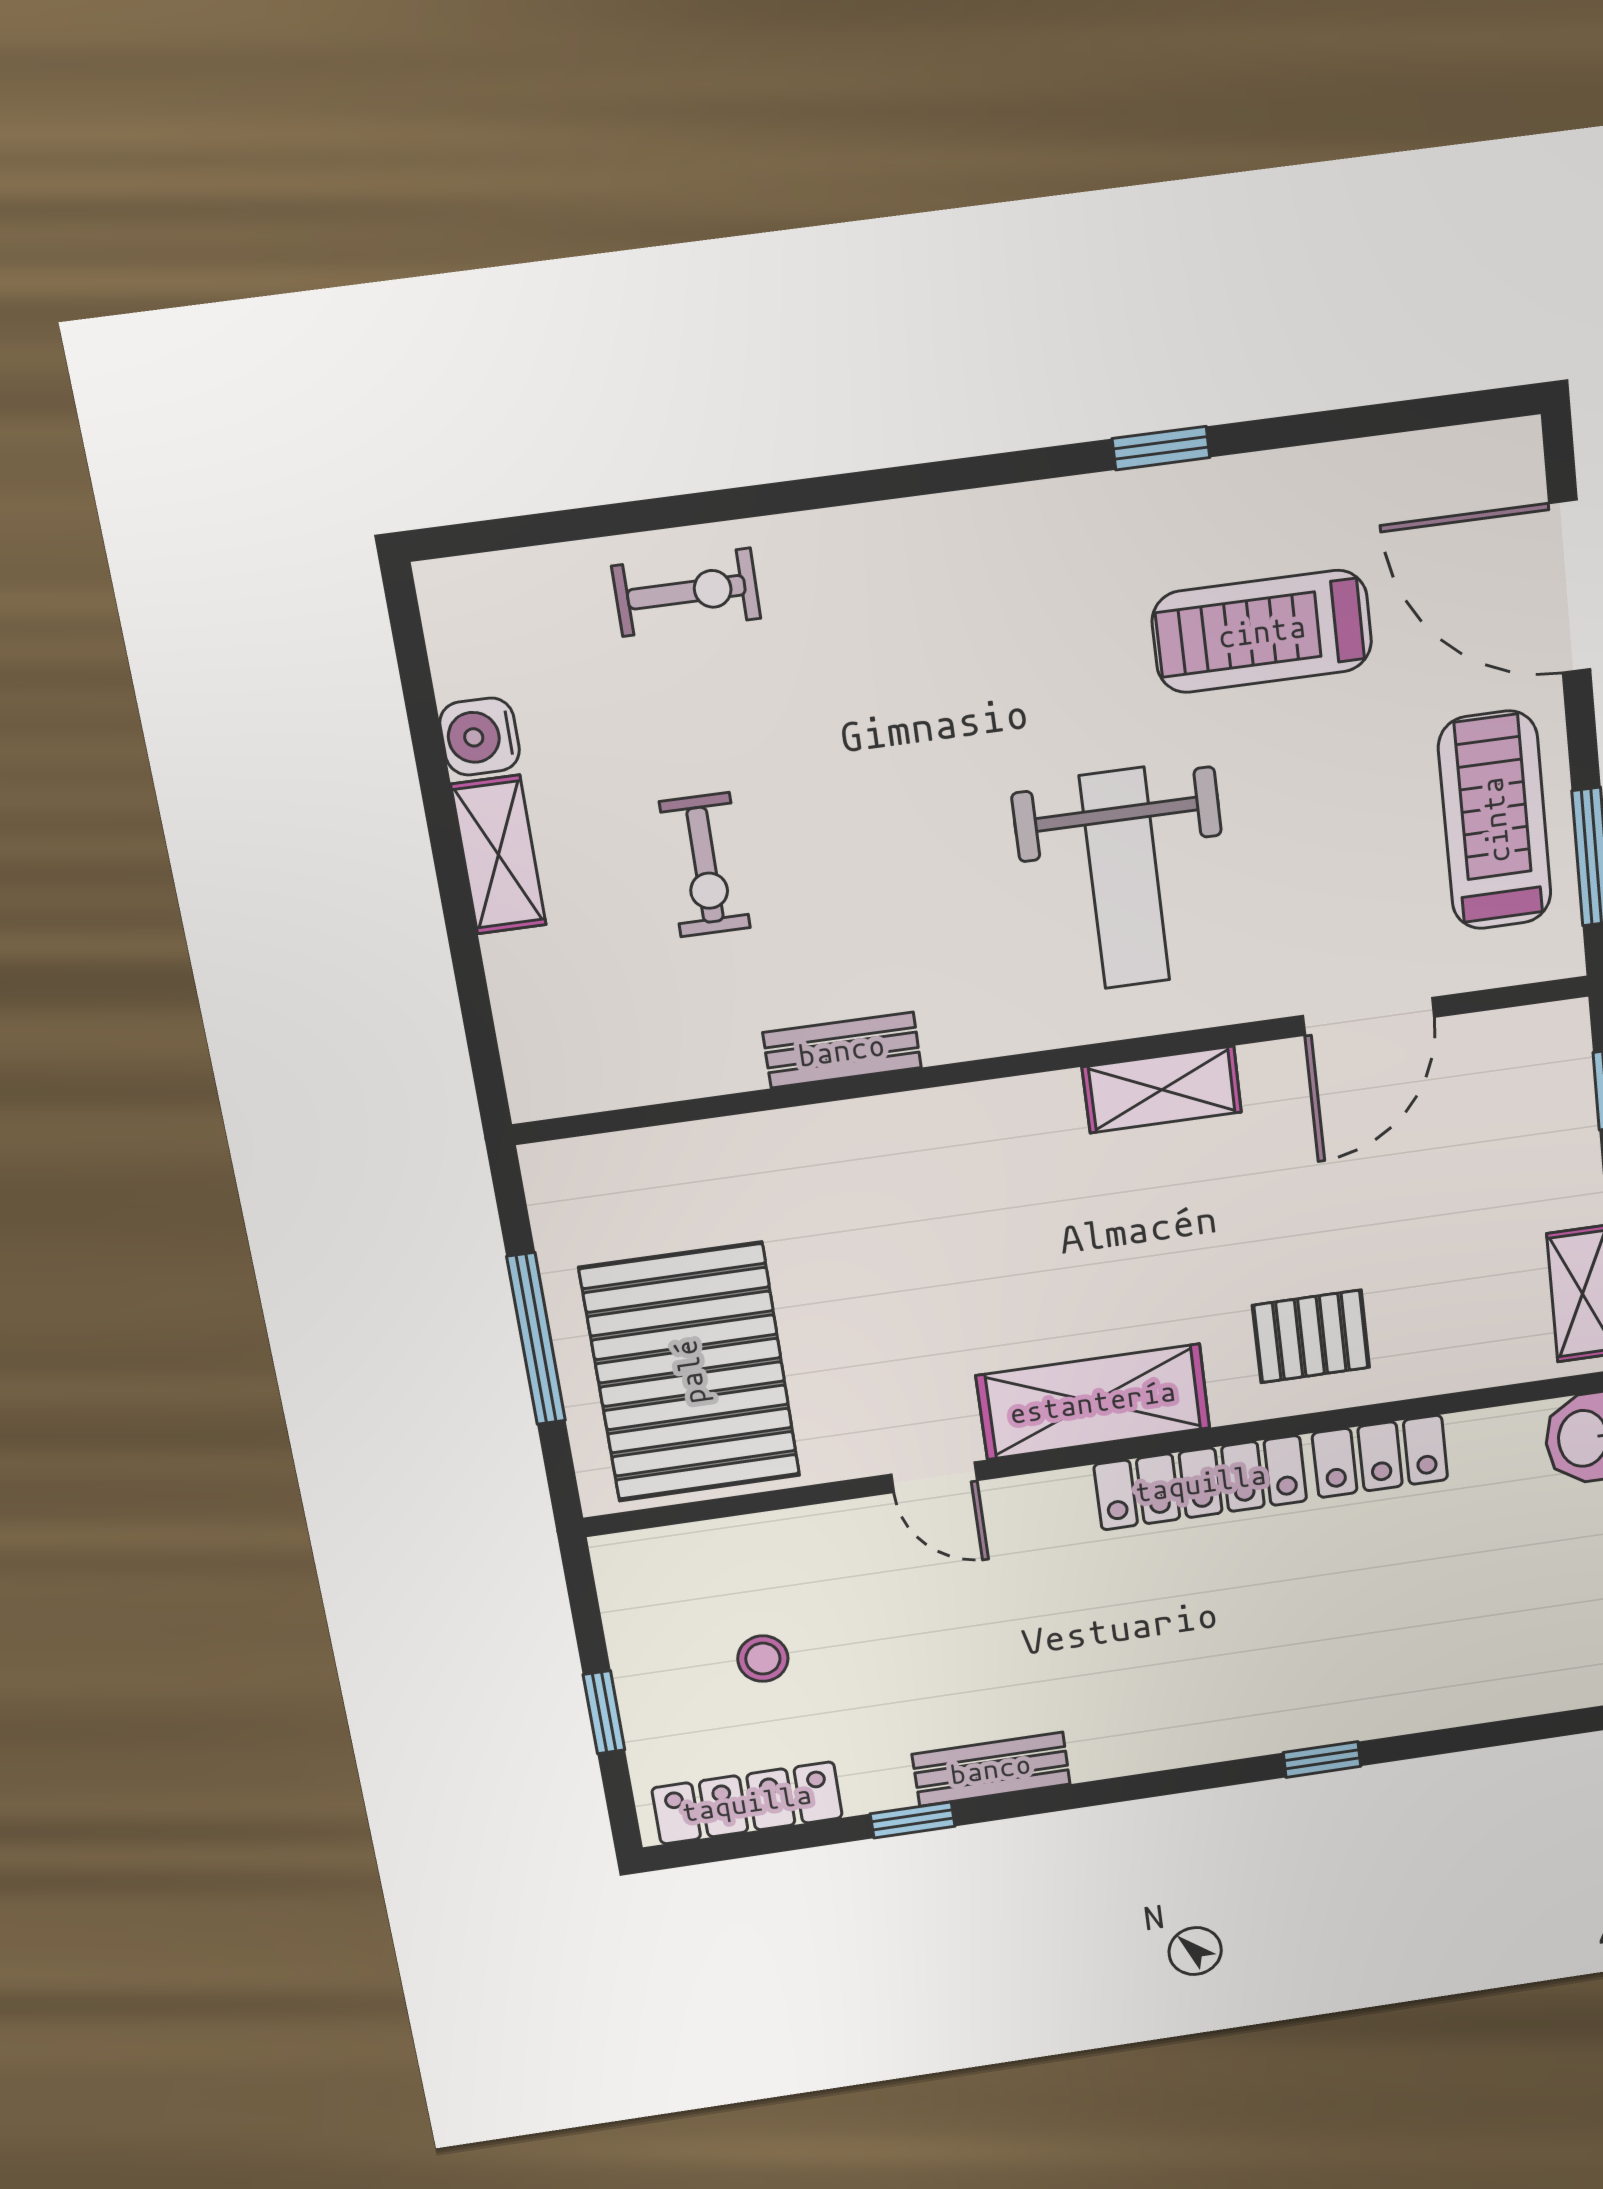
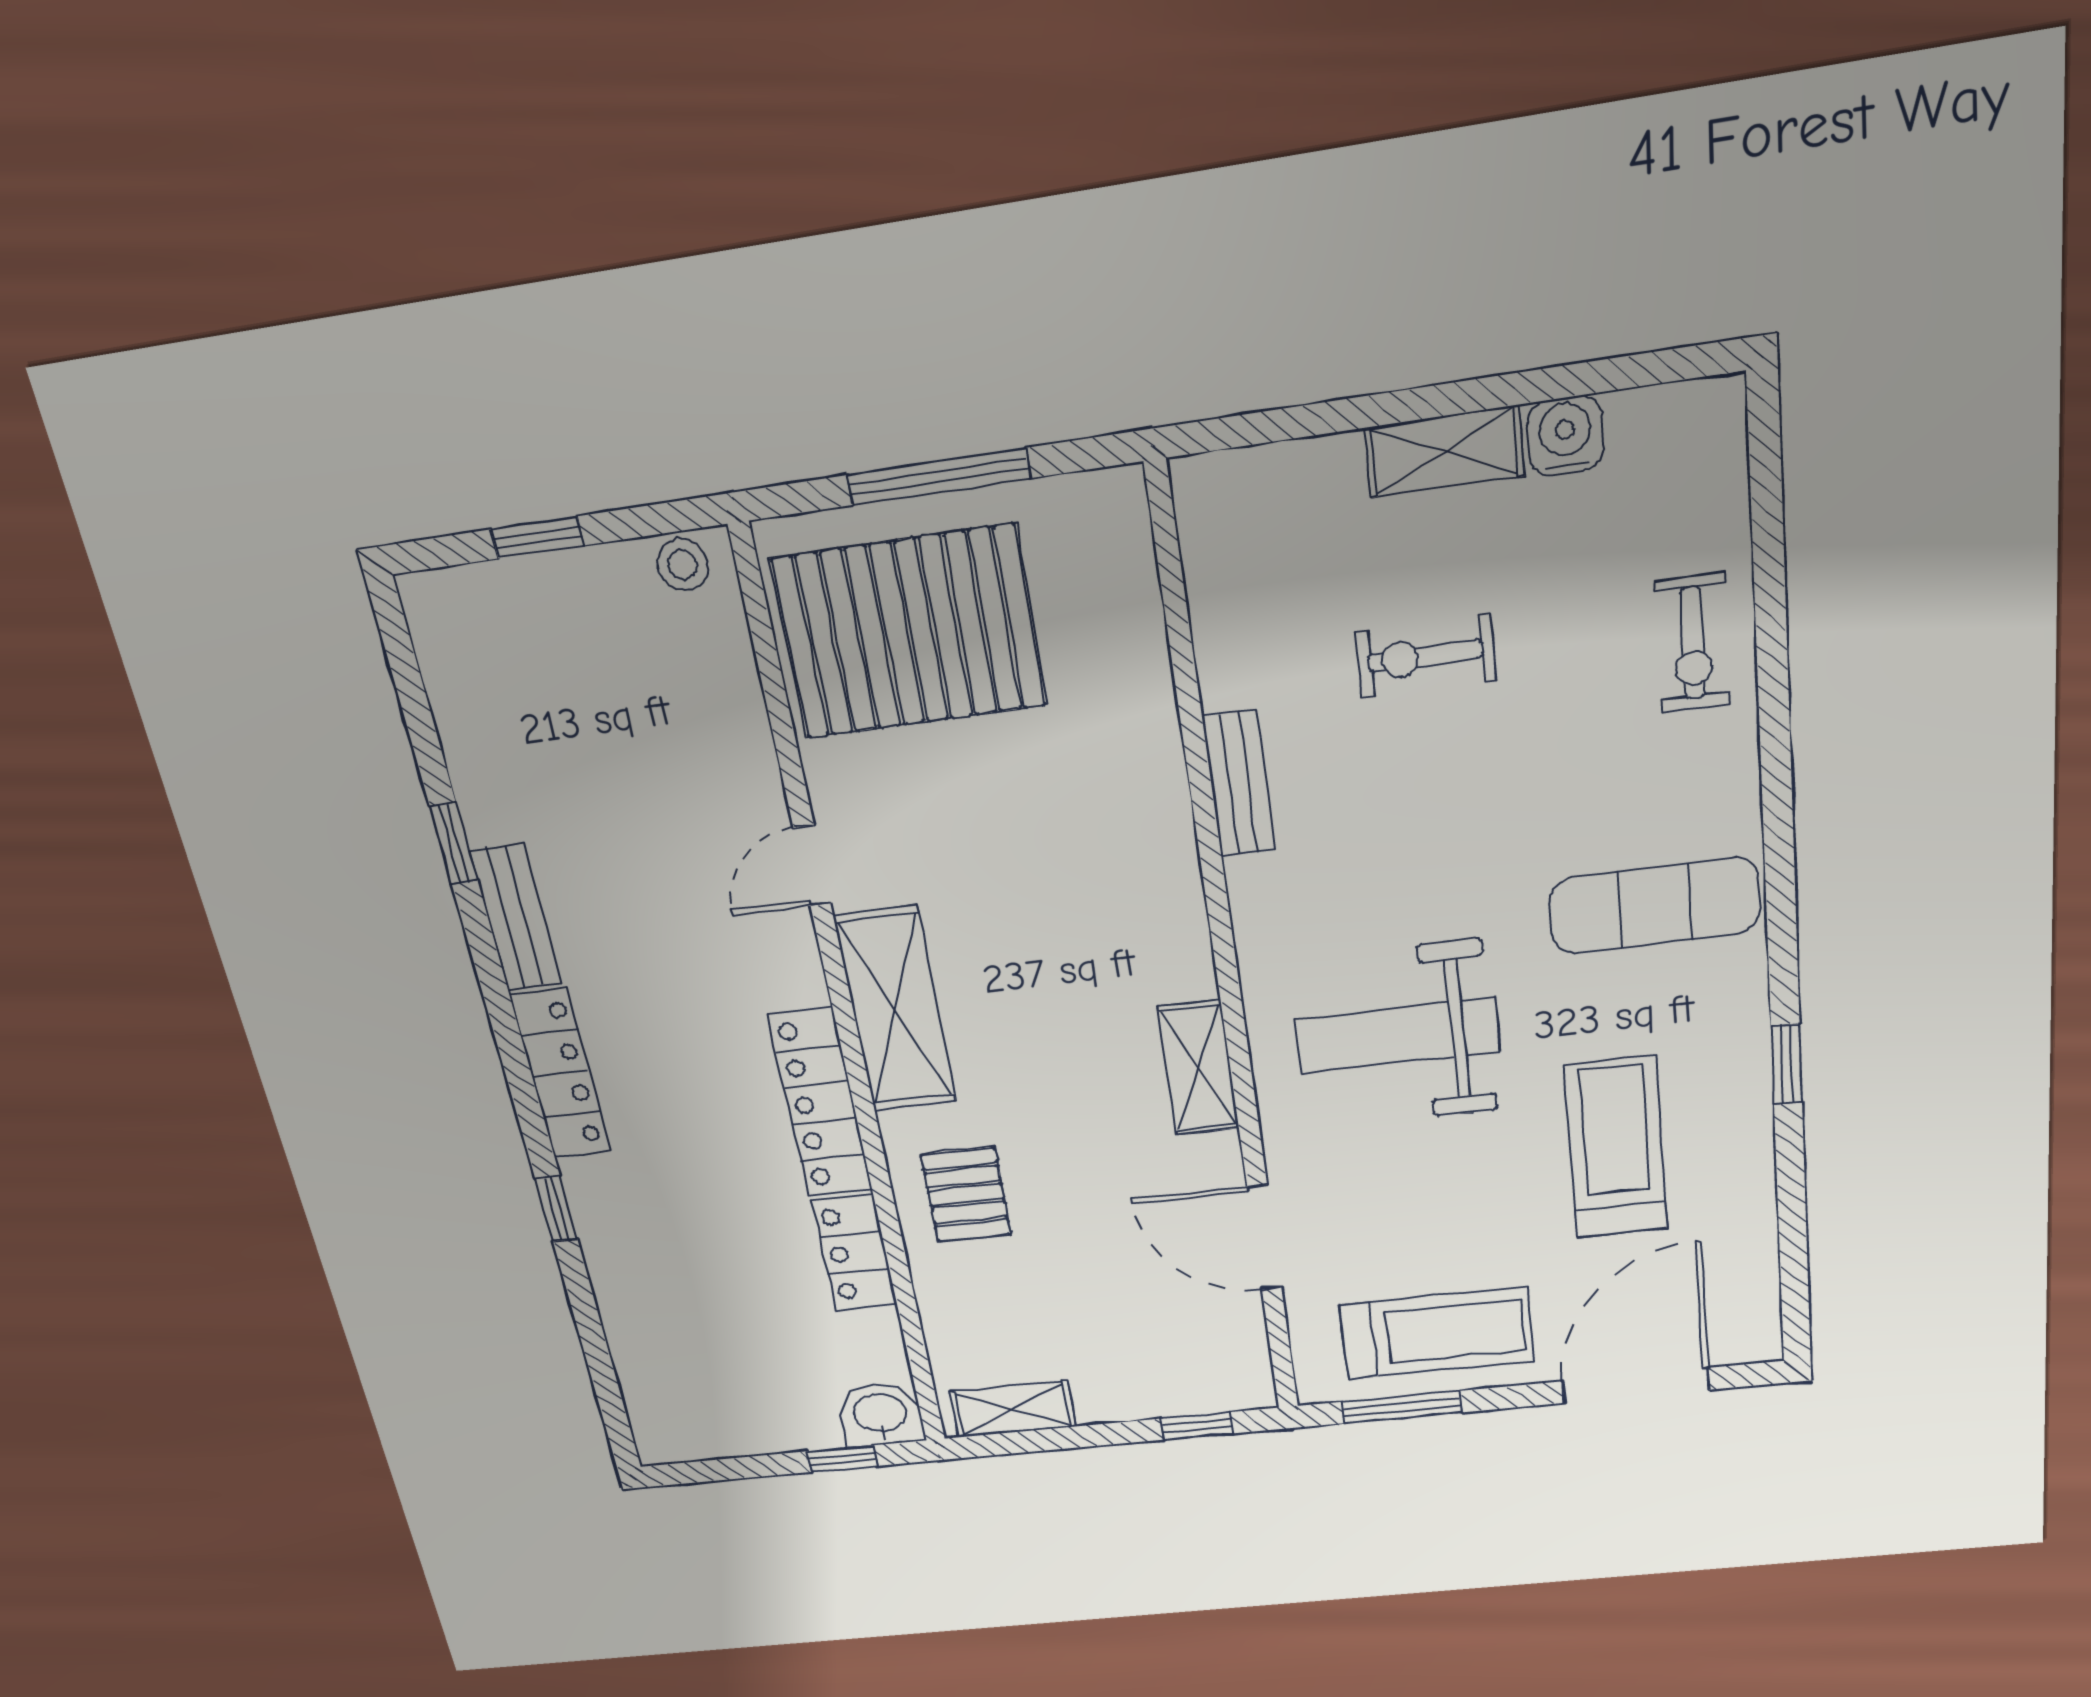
exercise mat: (974, 610) -> (1655, 906), added
stool: (763, 1659) -> (683, 565), moved
locker: (747, 1803) -> (560, 1074), moved

